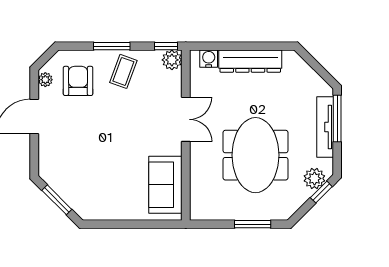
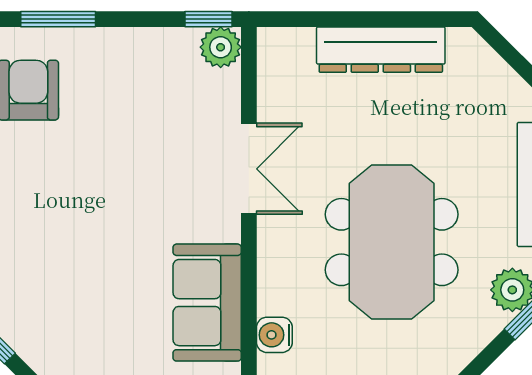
window: (112, 46) -> (58, 19), moved
water cooler: (209, 59) -> (274, 335), moved, turned -90
coffee table: (123, 71) -> (121, 71), removed

